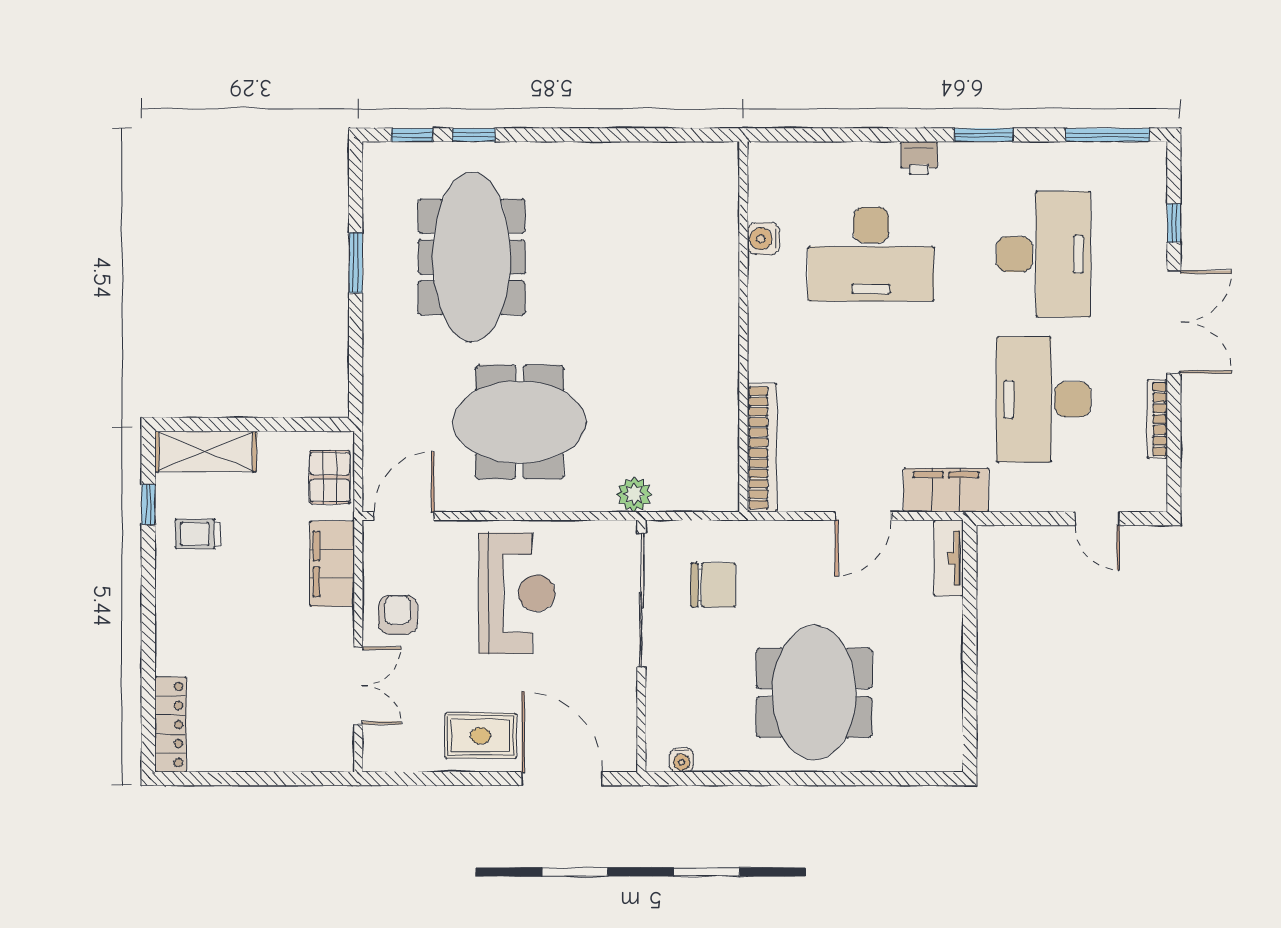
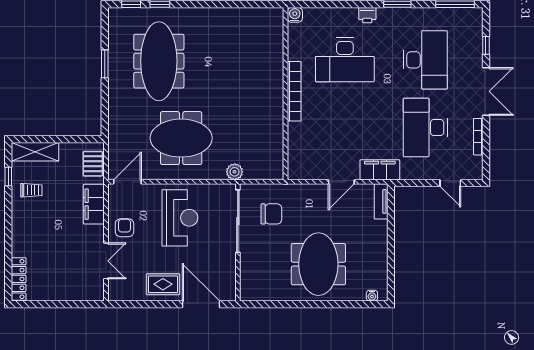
water cooler: (763, 239) -> (295, 15), moved, turned 90
bookcase: (762, 448) -> (294, 91), moved
trolley: (198, 534) -> (31, 190), turned 180
water cooler: (682, 760) -> (372, 296), moved

